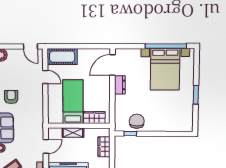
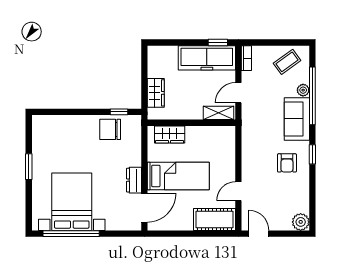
door: (45, 77) -> (238, 191), hinge flipped
bed: (73, 102) -> (178, 176), moved, turned -90
chair: (137, 121) -> (110, 129), turned 90
shelving: (73, 133) -> (218, 113), moved

